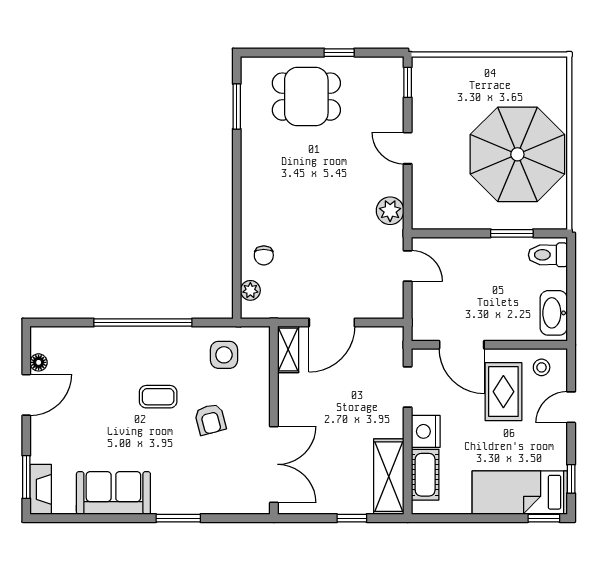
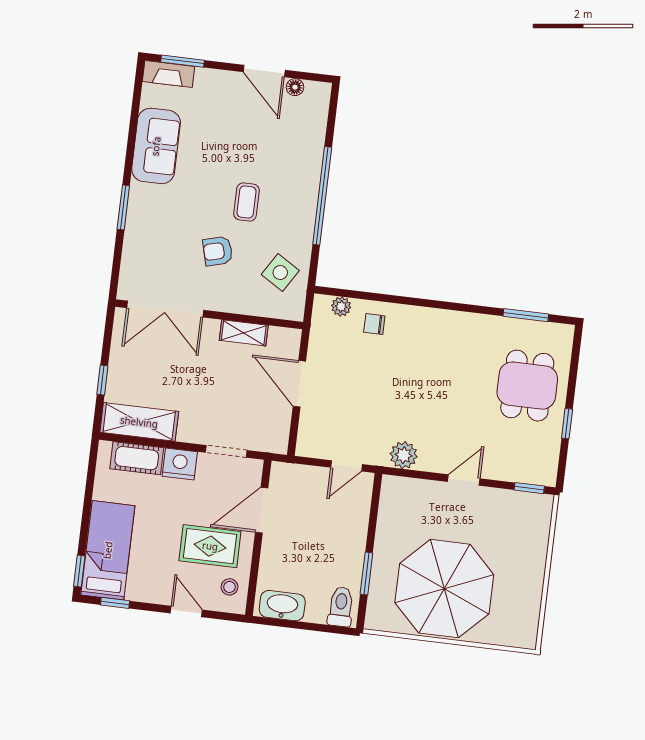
shelving: (288, 349) -> (244, 333), moved
side table: (224, 355) -> (280, 273), turned 32

